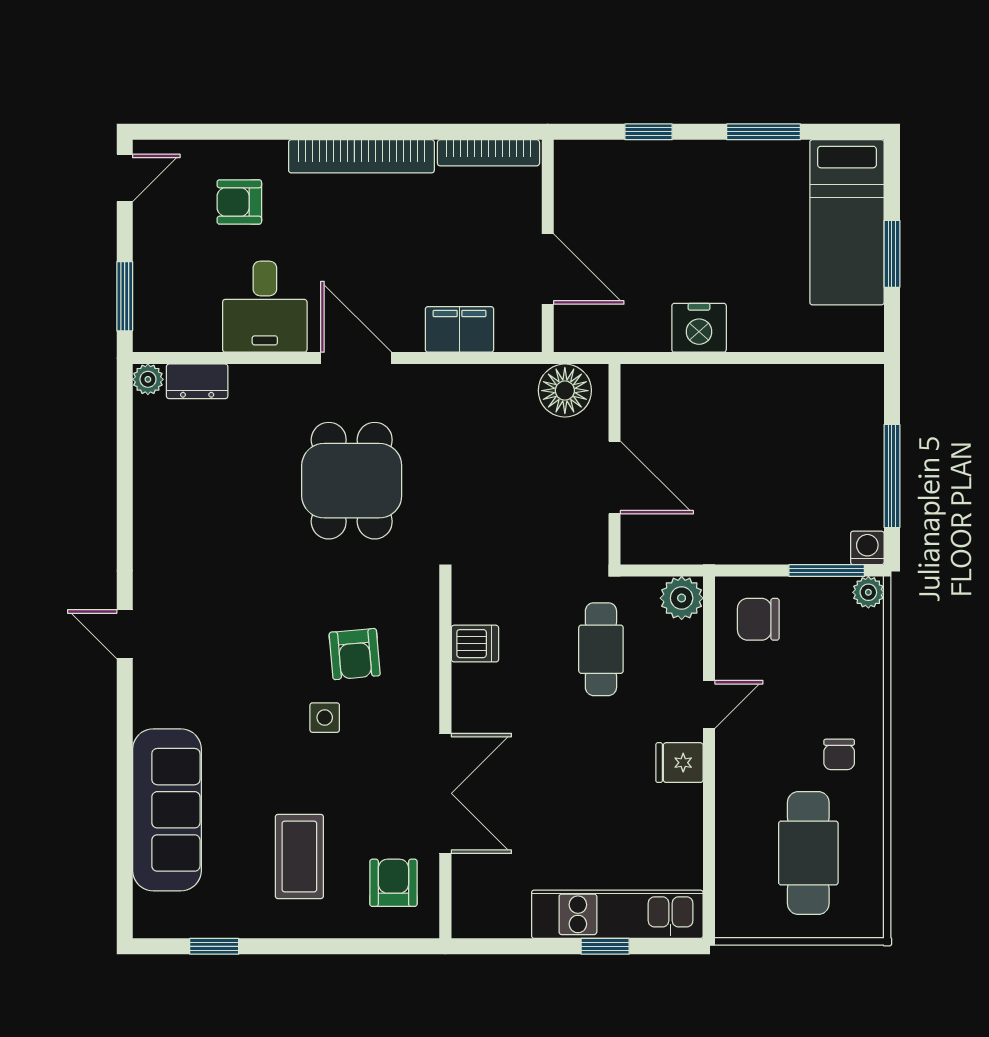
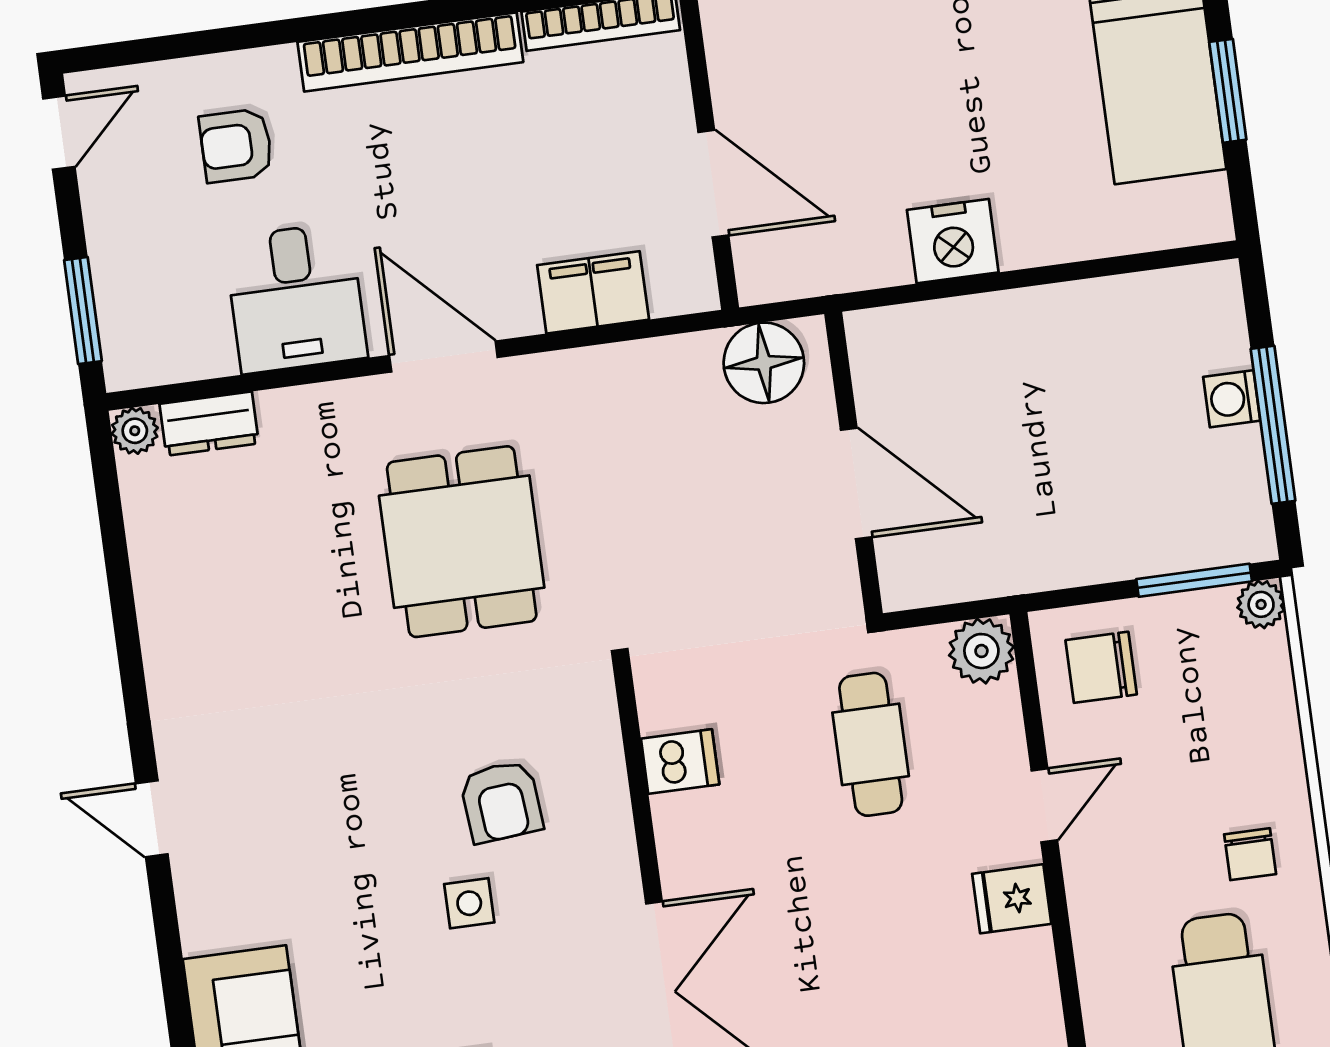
washing machine: (867, 548) -> (1232, 399), moved, turned -90

